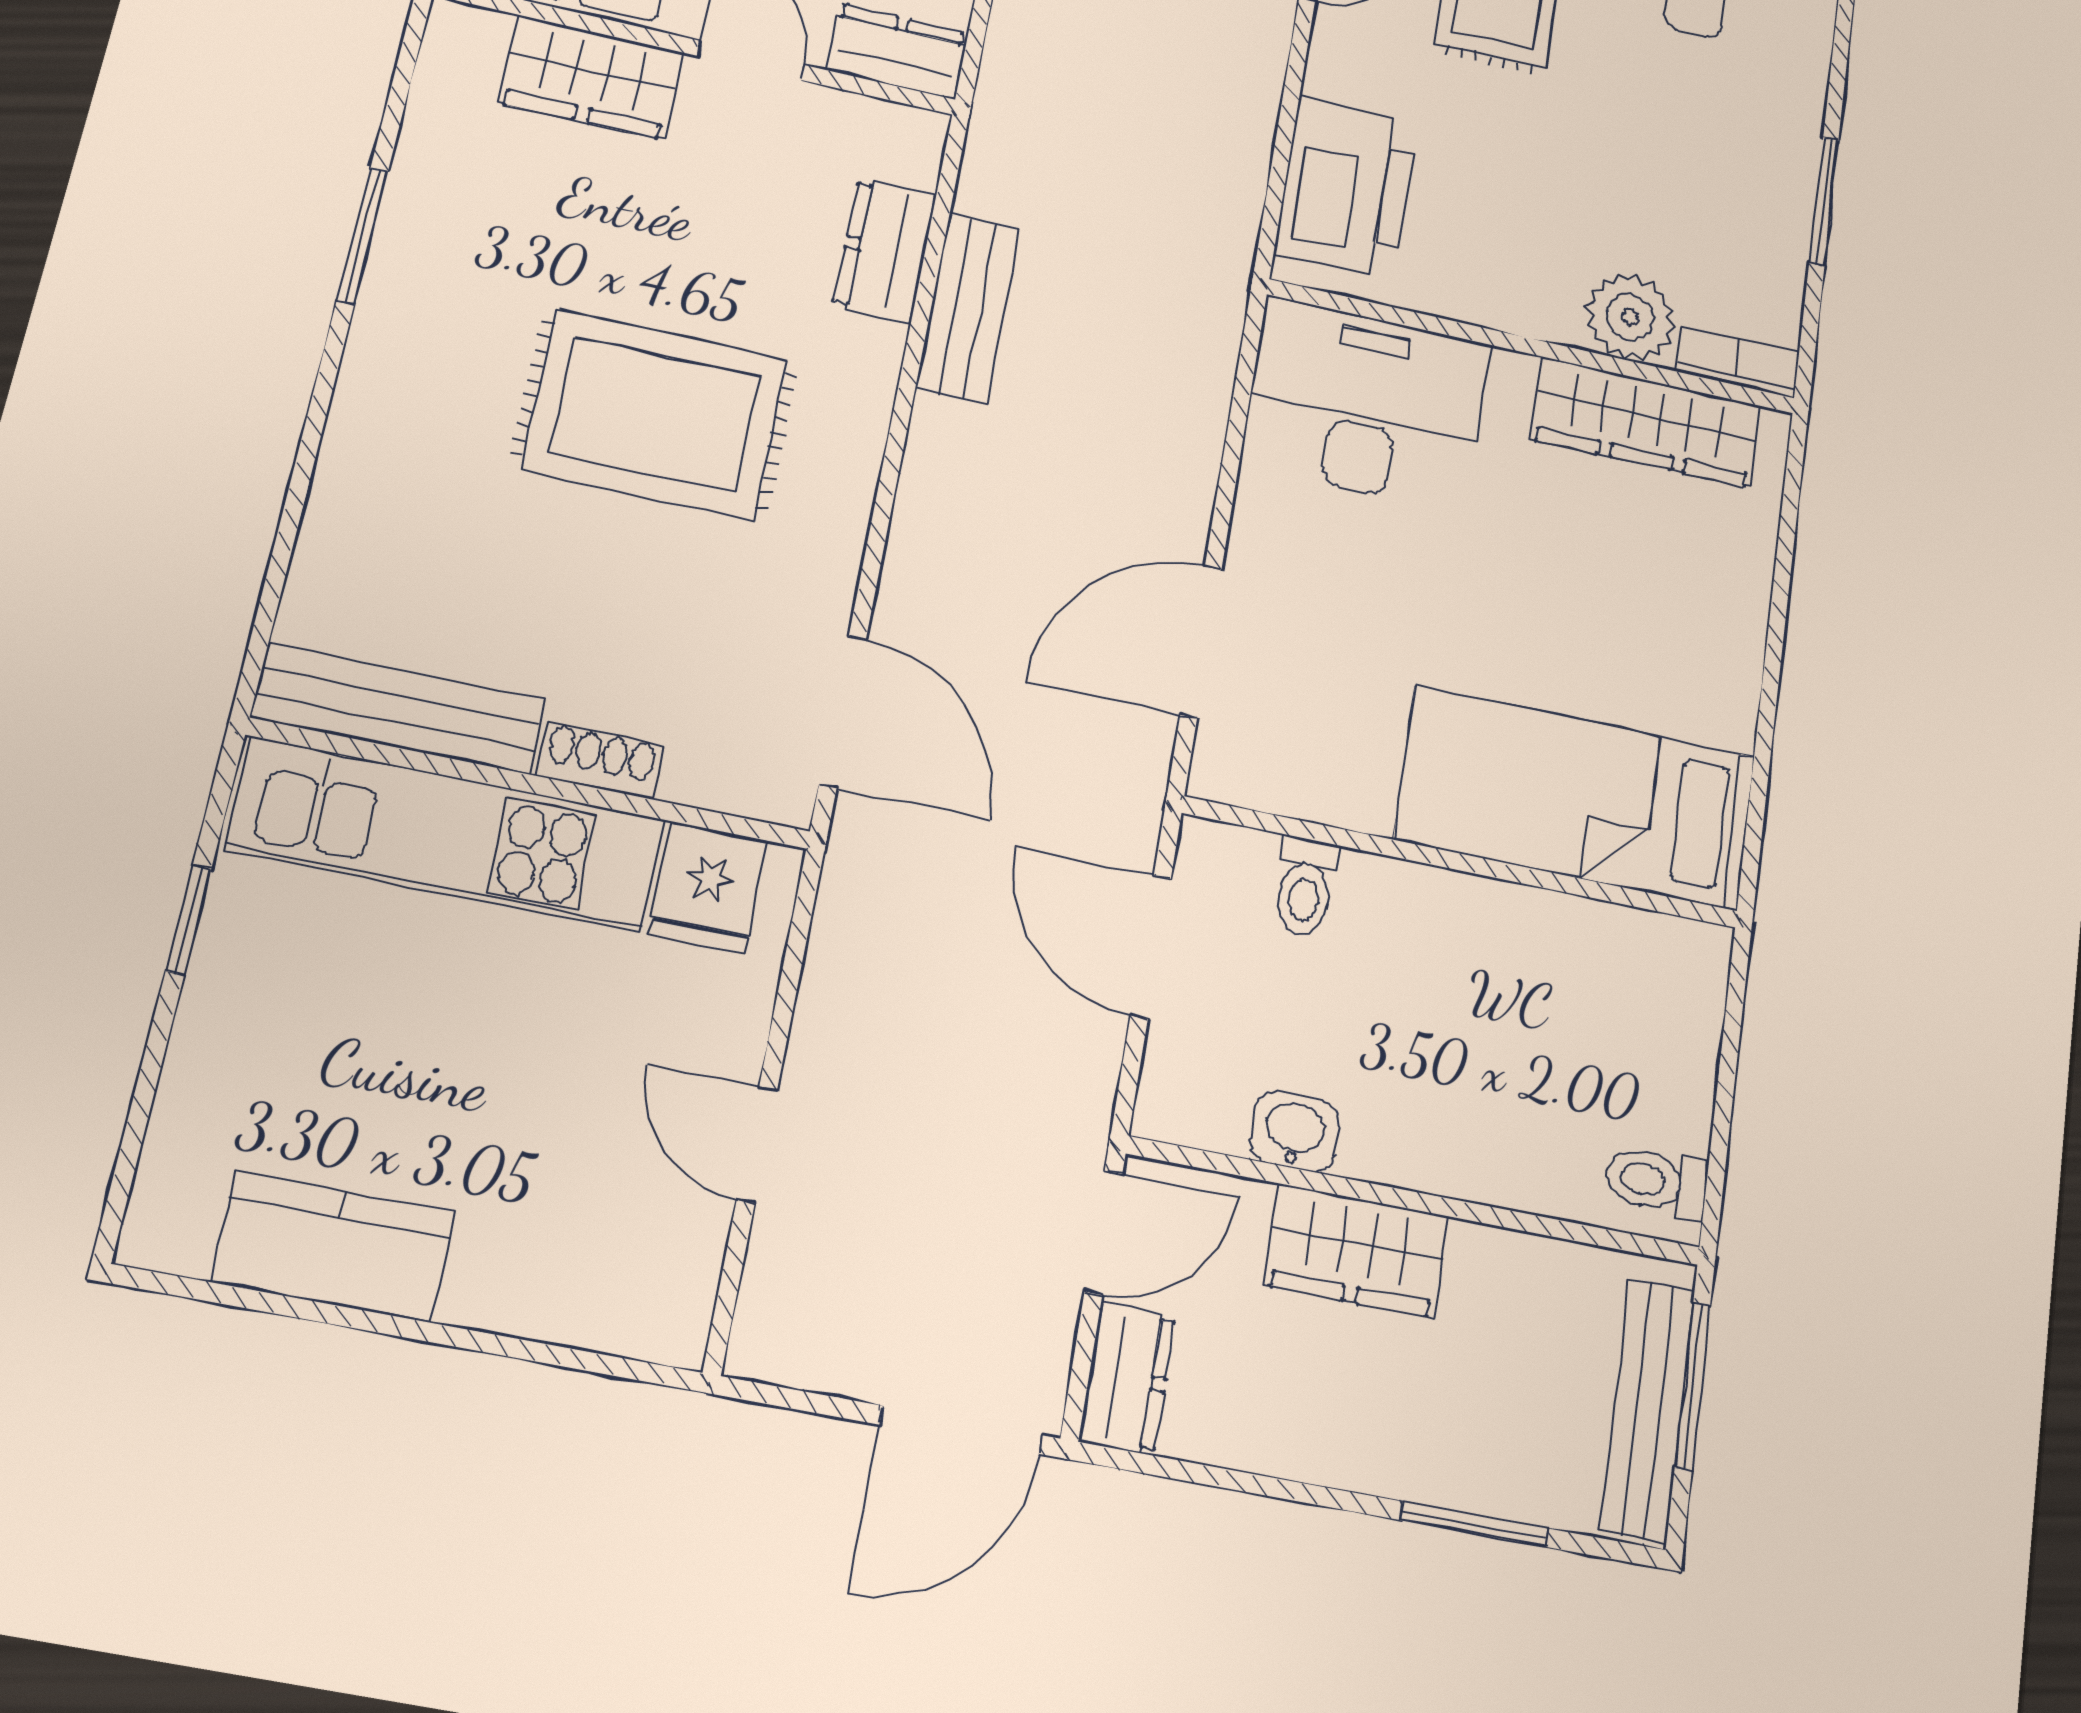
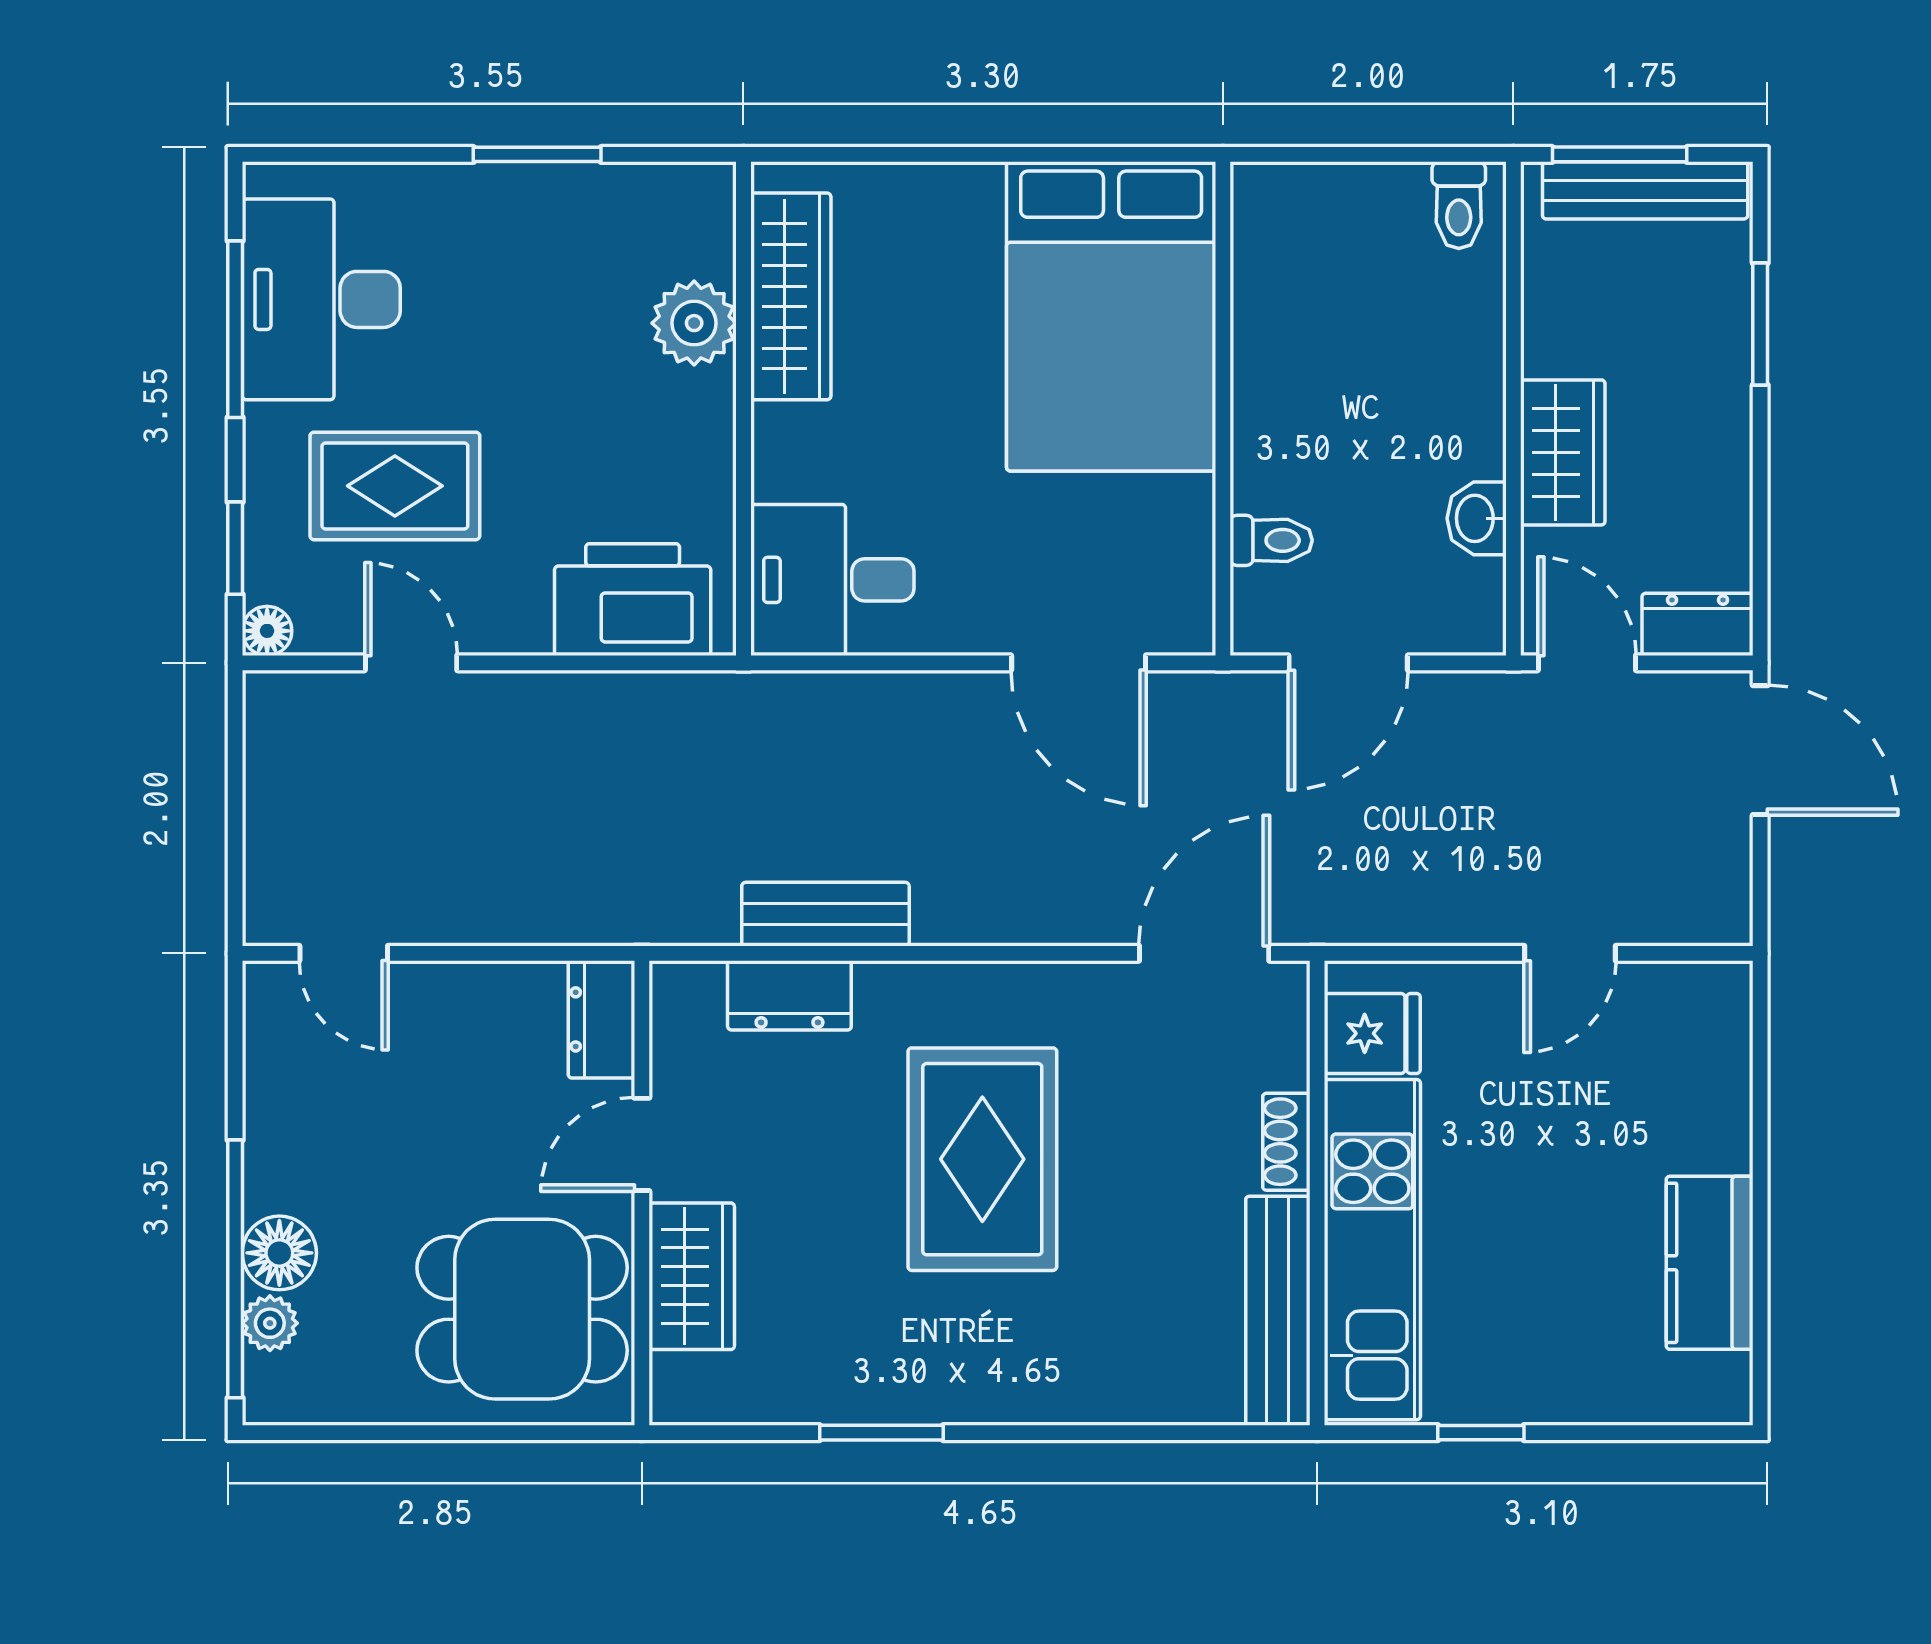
bookcase: (1738, 362) -> (714, 218), removed
desk: (1366, 404) -> (832, 580), width x0.73
bed: (1576, 798) -> (1111, 316), width x1.50

